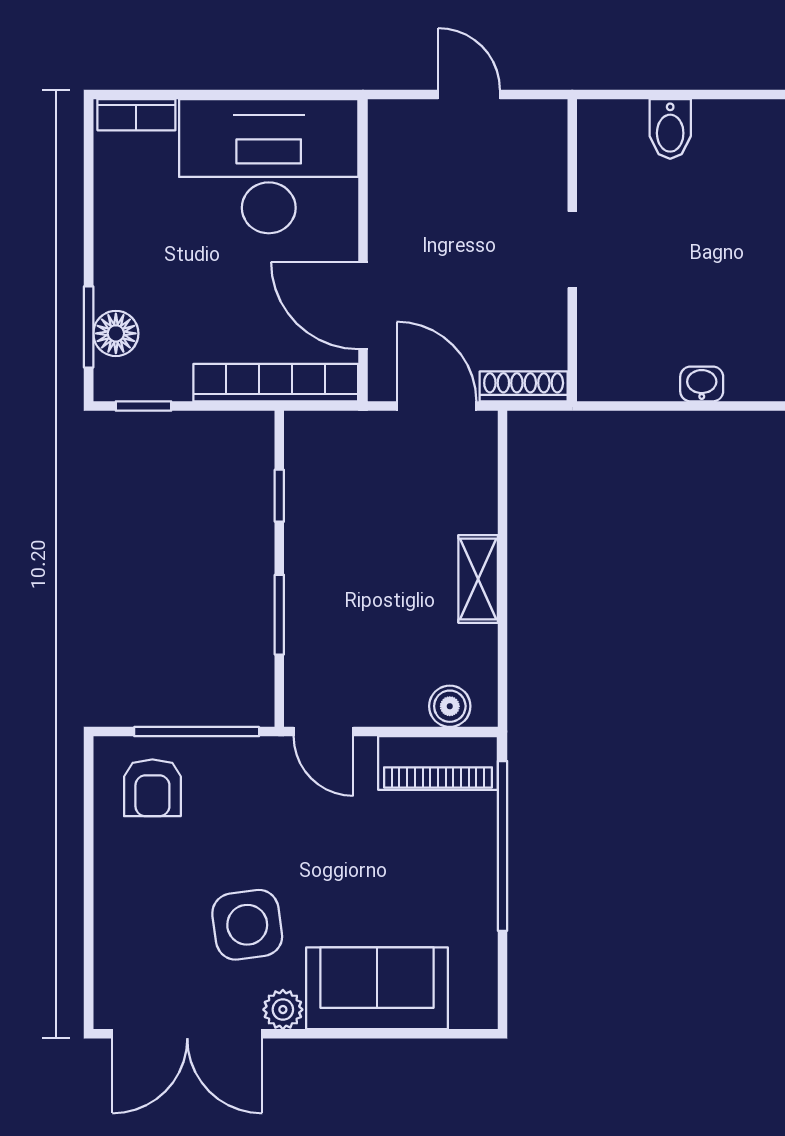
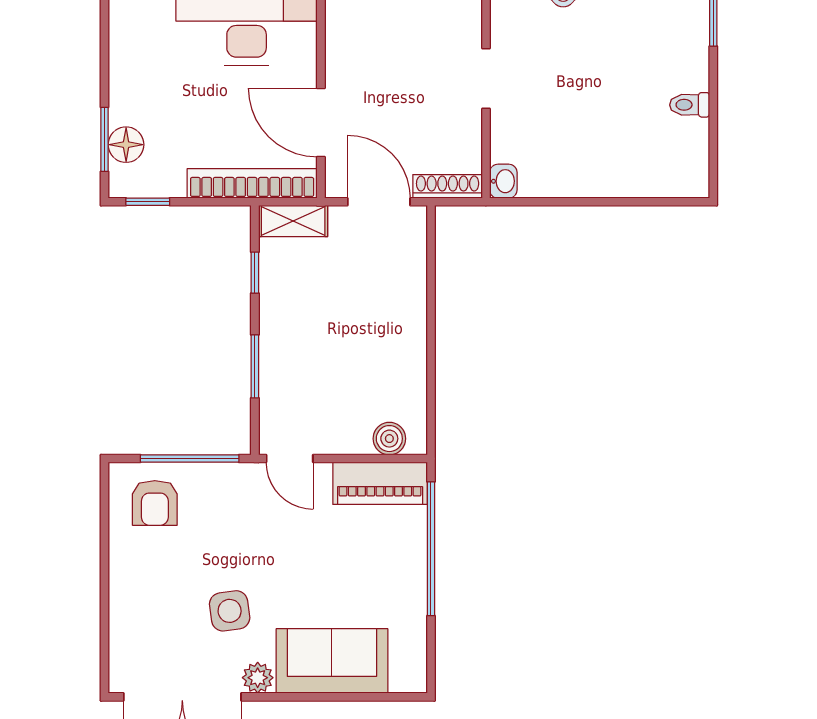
washbasin: (702, 384) -> (503, 181), moved, turned 90
shelving: (478, 579) -> (293, 221), moved, turned 90
side table: (247, 925) -> (230, 611), width x0.73, depth x0.73

